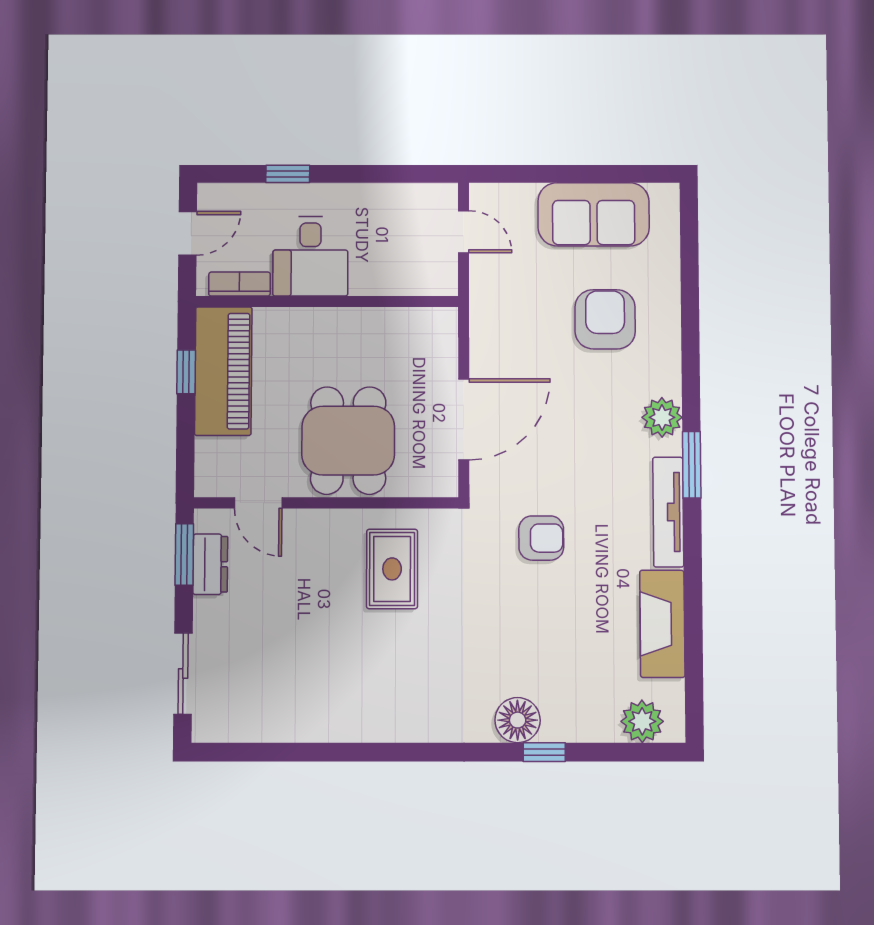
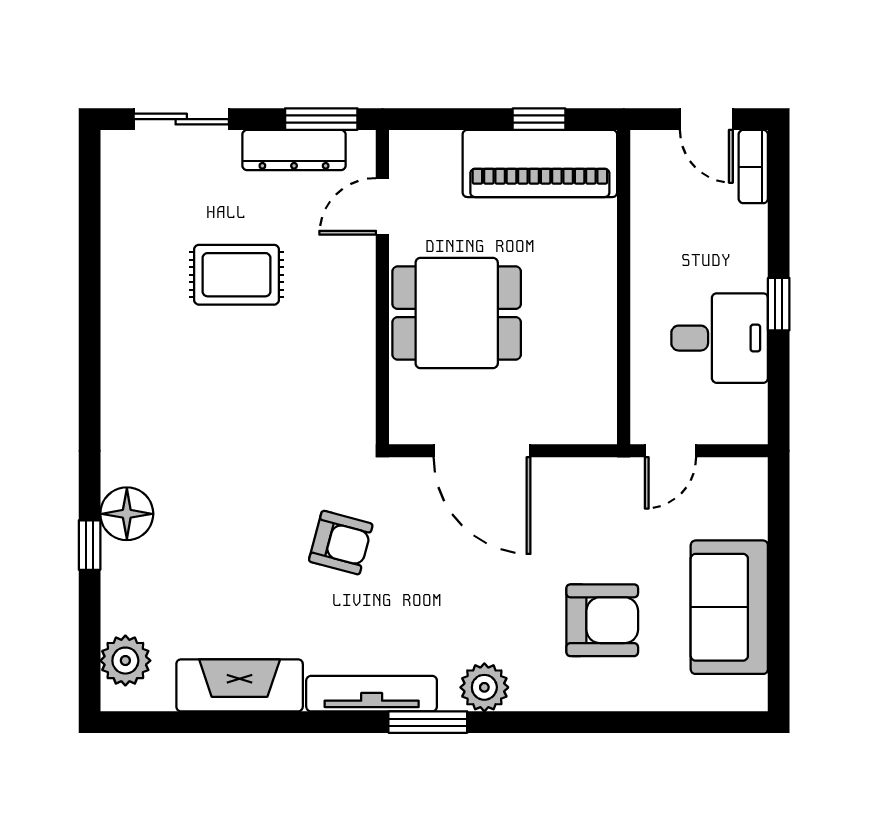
window: (288, 174) -> (779, 304), moved
door: (464, 232) -> (670, 451), moved
desk: (310, 256) -> (720, 338), moved, turned 180
bookcase: (239, 284) -> (753, 167), moved, turned 180
armchair: (541, 538) -> (341, 543), turned -75
dresser: (210, 564) -> (294, 150), width x1.44
rug: (392, 569) -> (237, 275), moved

